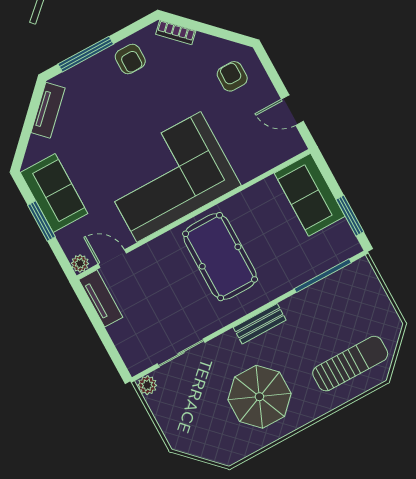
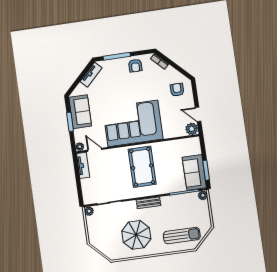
plant: (291, 144) -> (192, 129), added
sofa: (310, 195) -> (194, 173), moved
plant: (362, 268) -> (203, 195), added

